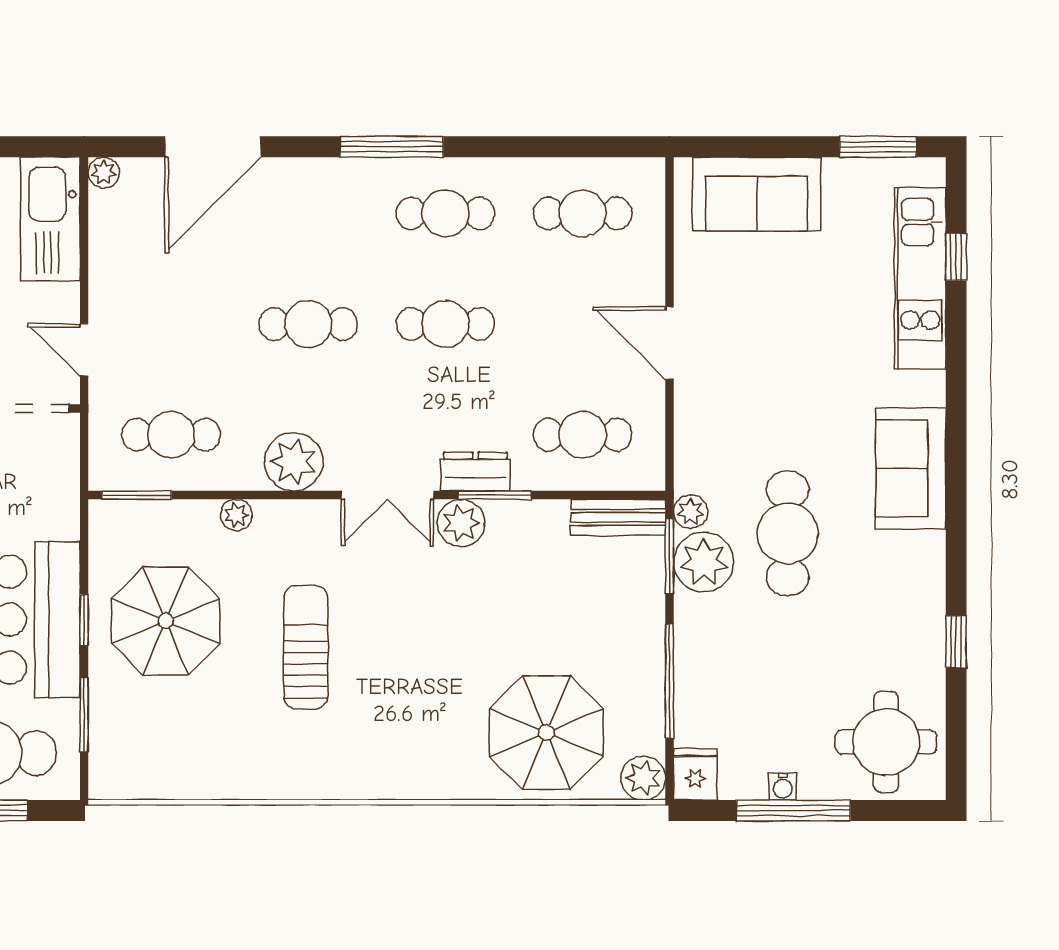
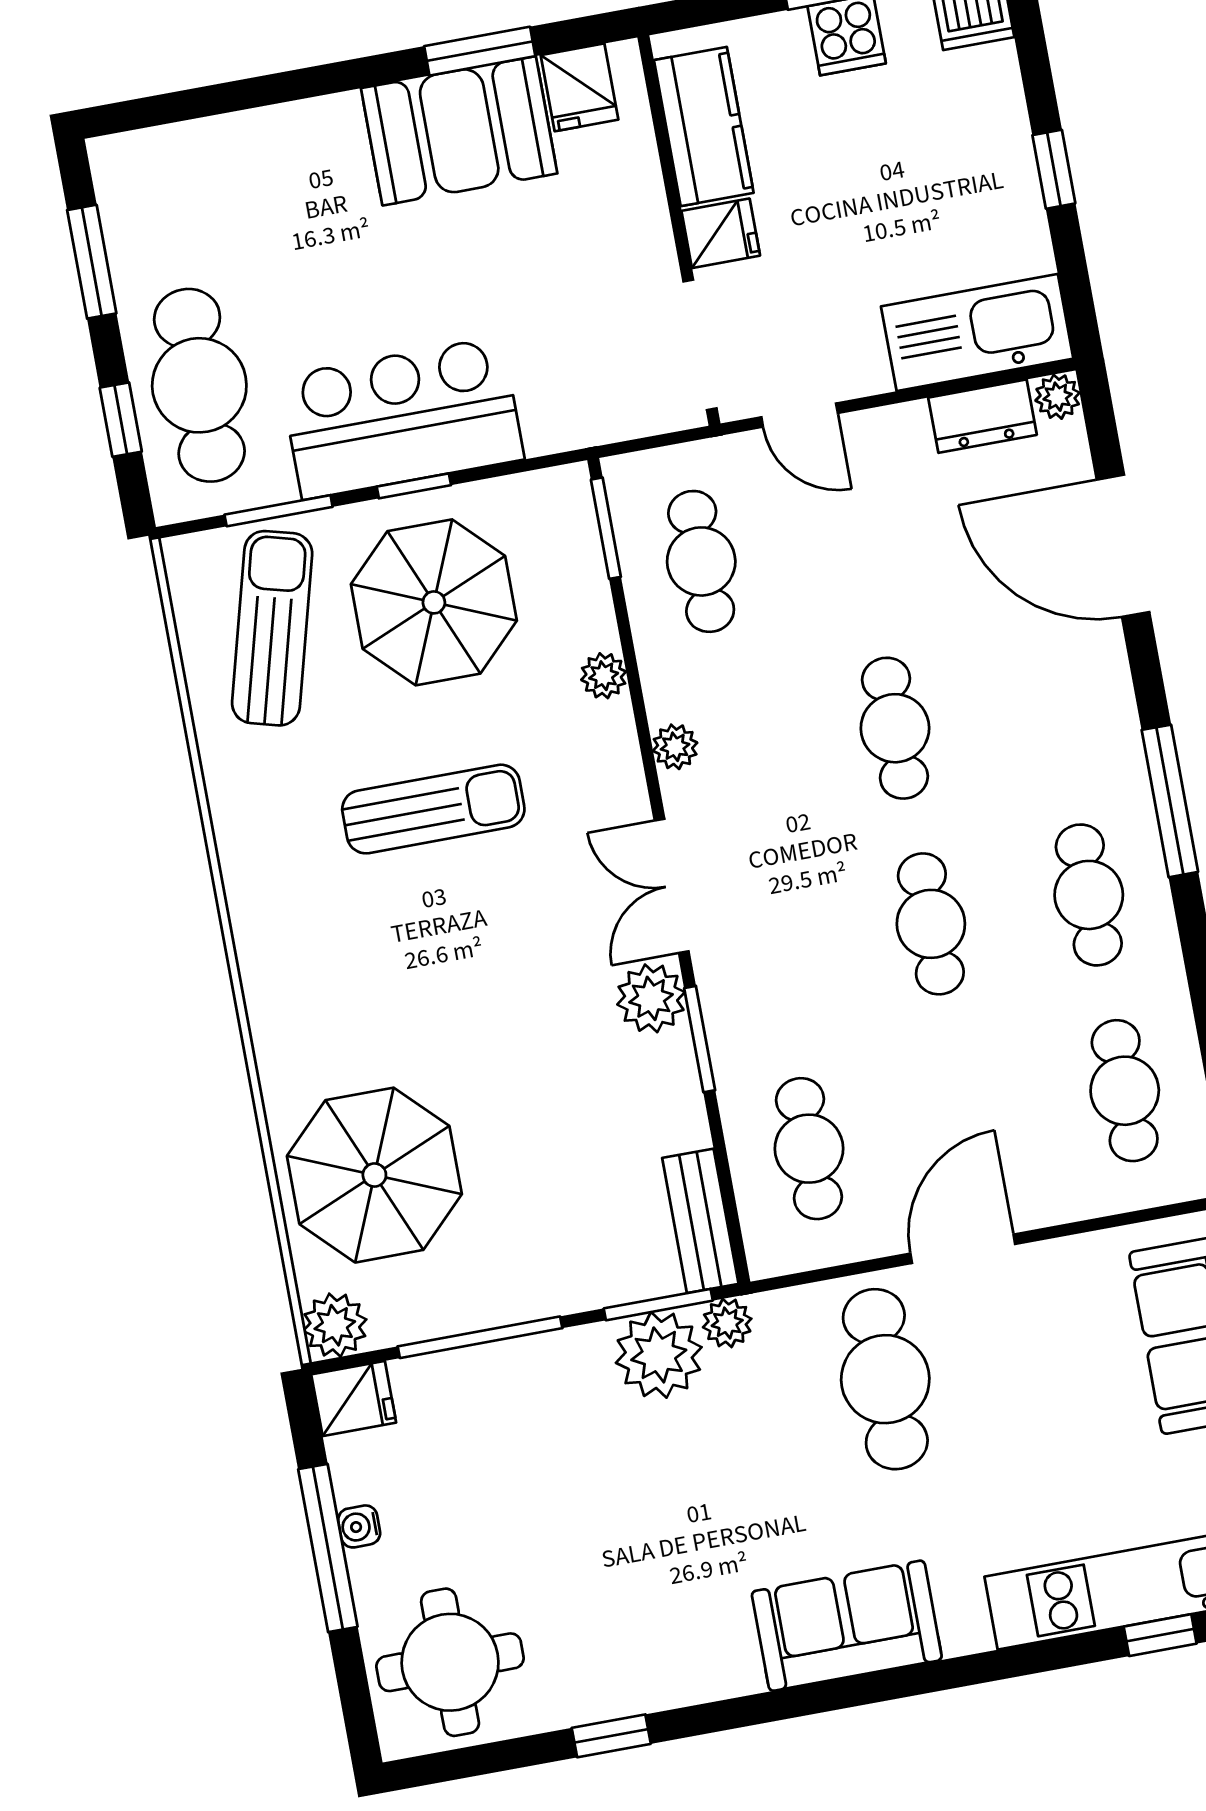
door: (84, 350) -> (800, 415), swing flipped
plant: (293, 462) -> (675, 747), width x0.53, depth x0.53
dresser: (475, 472) -> (983, 416), moved, turned 90
cafe table: (788, 533) -> (885, 1379), moved, turned 90
sun lounger: (163, 734) -> (272, 628), added

